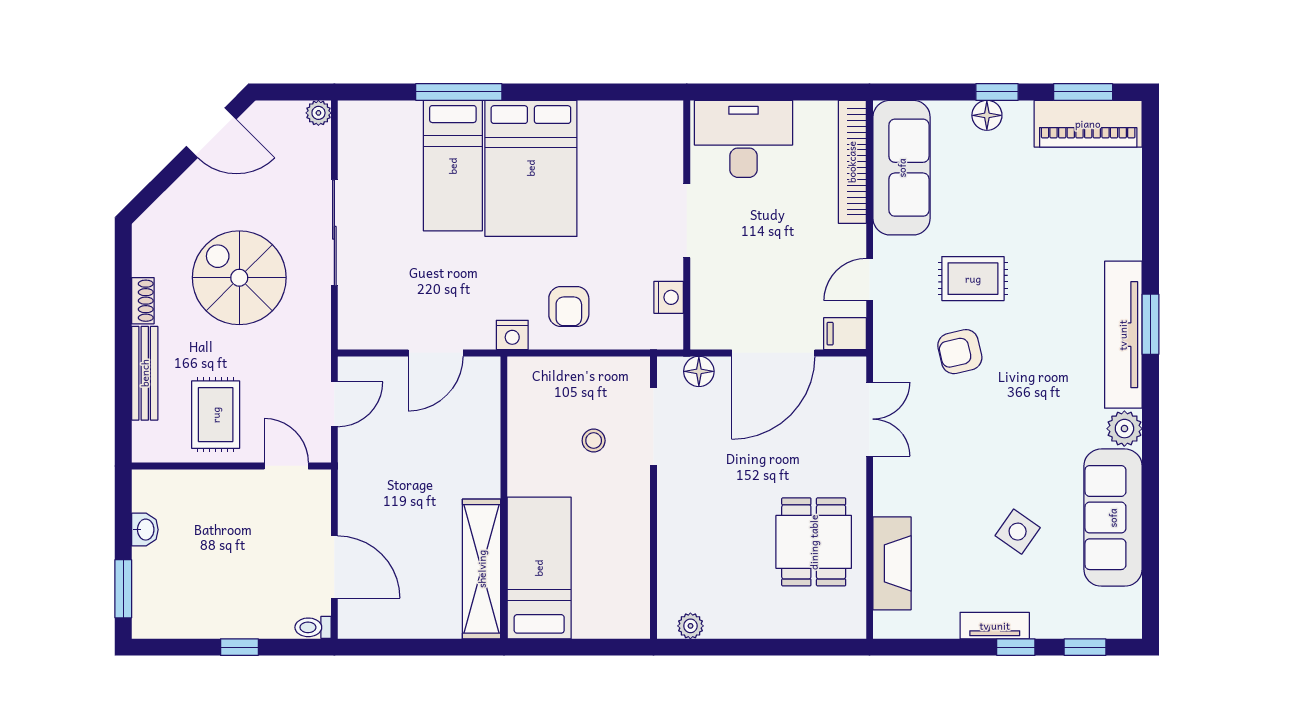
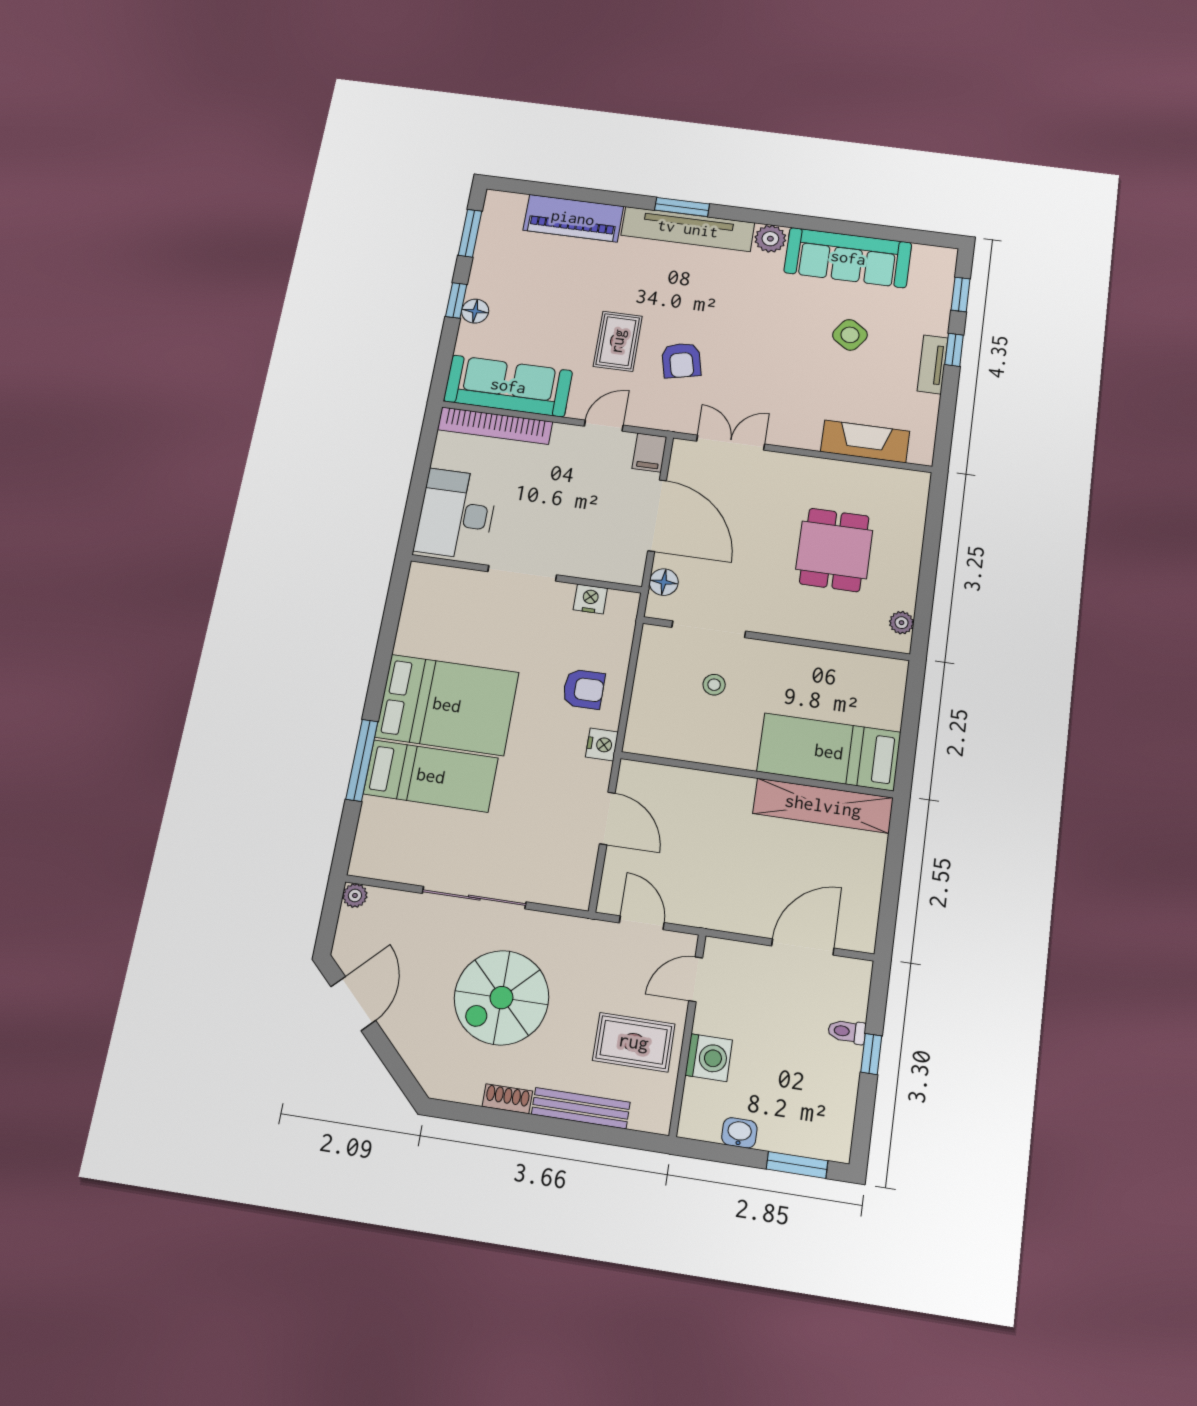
piano: (1088, 124) -> (573, 218), moved, turned 90
door: (870, 279) -> (604, 426), swing flipped
washing machine: (212, 490) -> (709, 1058), added
dining table: (814, 542) -> (834, 550), moved, turned 90
toilet: (313, 627) -> (847, 1032), moved, turned 90

